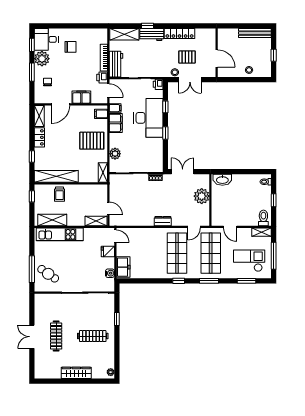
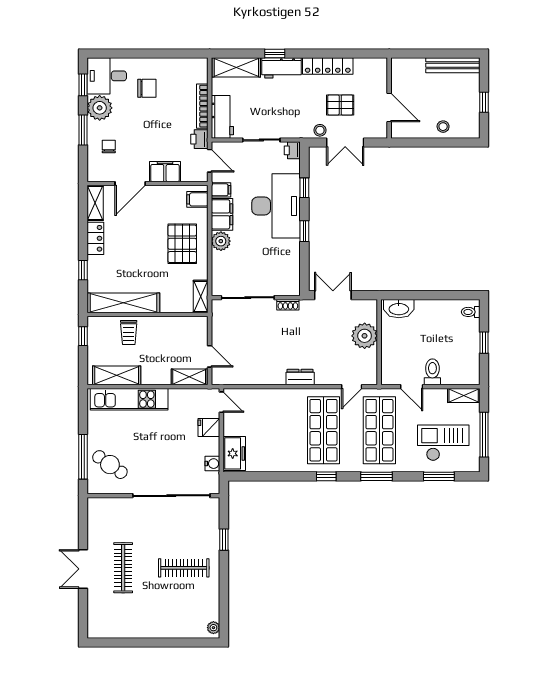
pallet: (92, 141) -> (182, 244), turned 90
plant: (115, 154) -> (221, 241), moved
toilet: (263, 218) -> (432, 372), moved
wardrobe: (76, 373) -> (156, 629), removed

